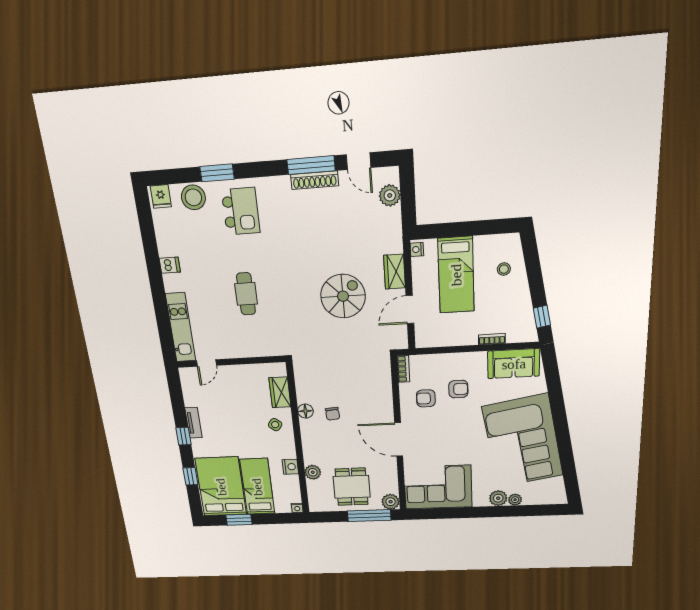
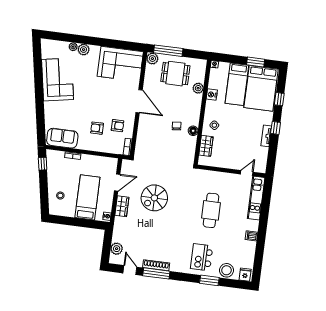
cafe table: (246, 294) -> (211, 210), width x1.37, depth x1.35
corner sofa: (523, 441) -> (58, 80), width x0.73, depth x0.74
dining table: (352, 487) -> (175, 74), turned 90

